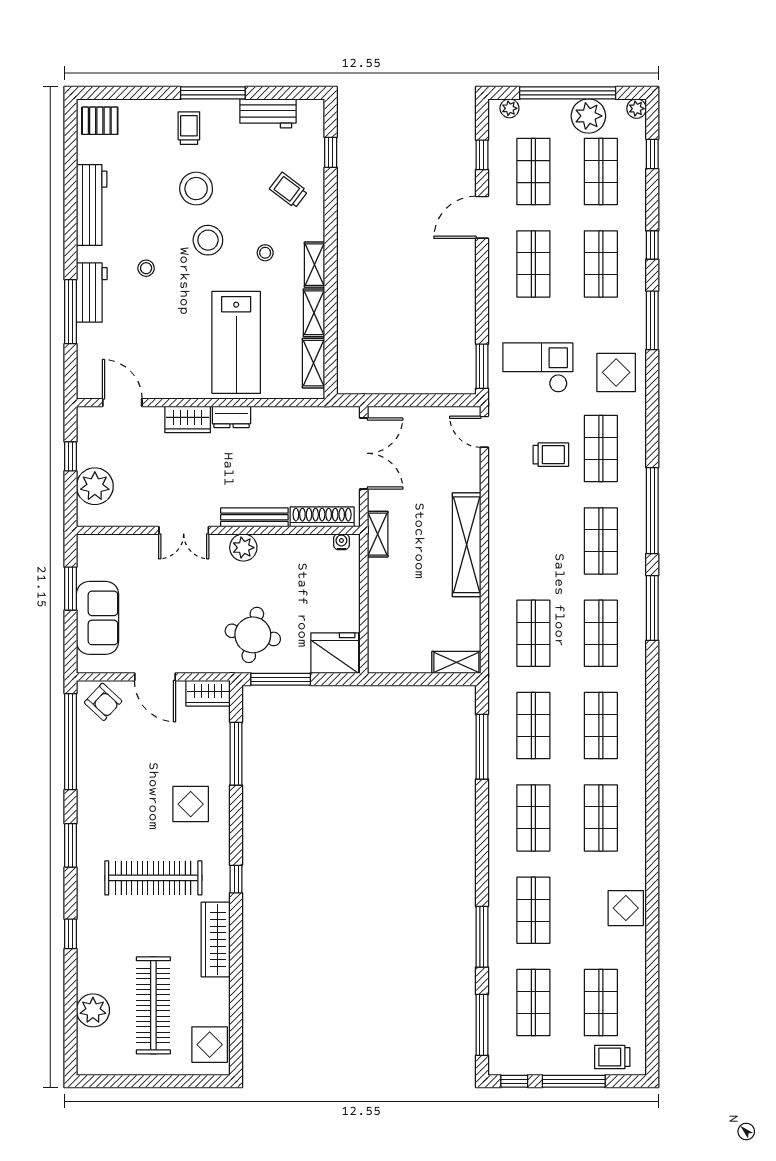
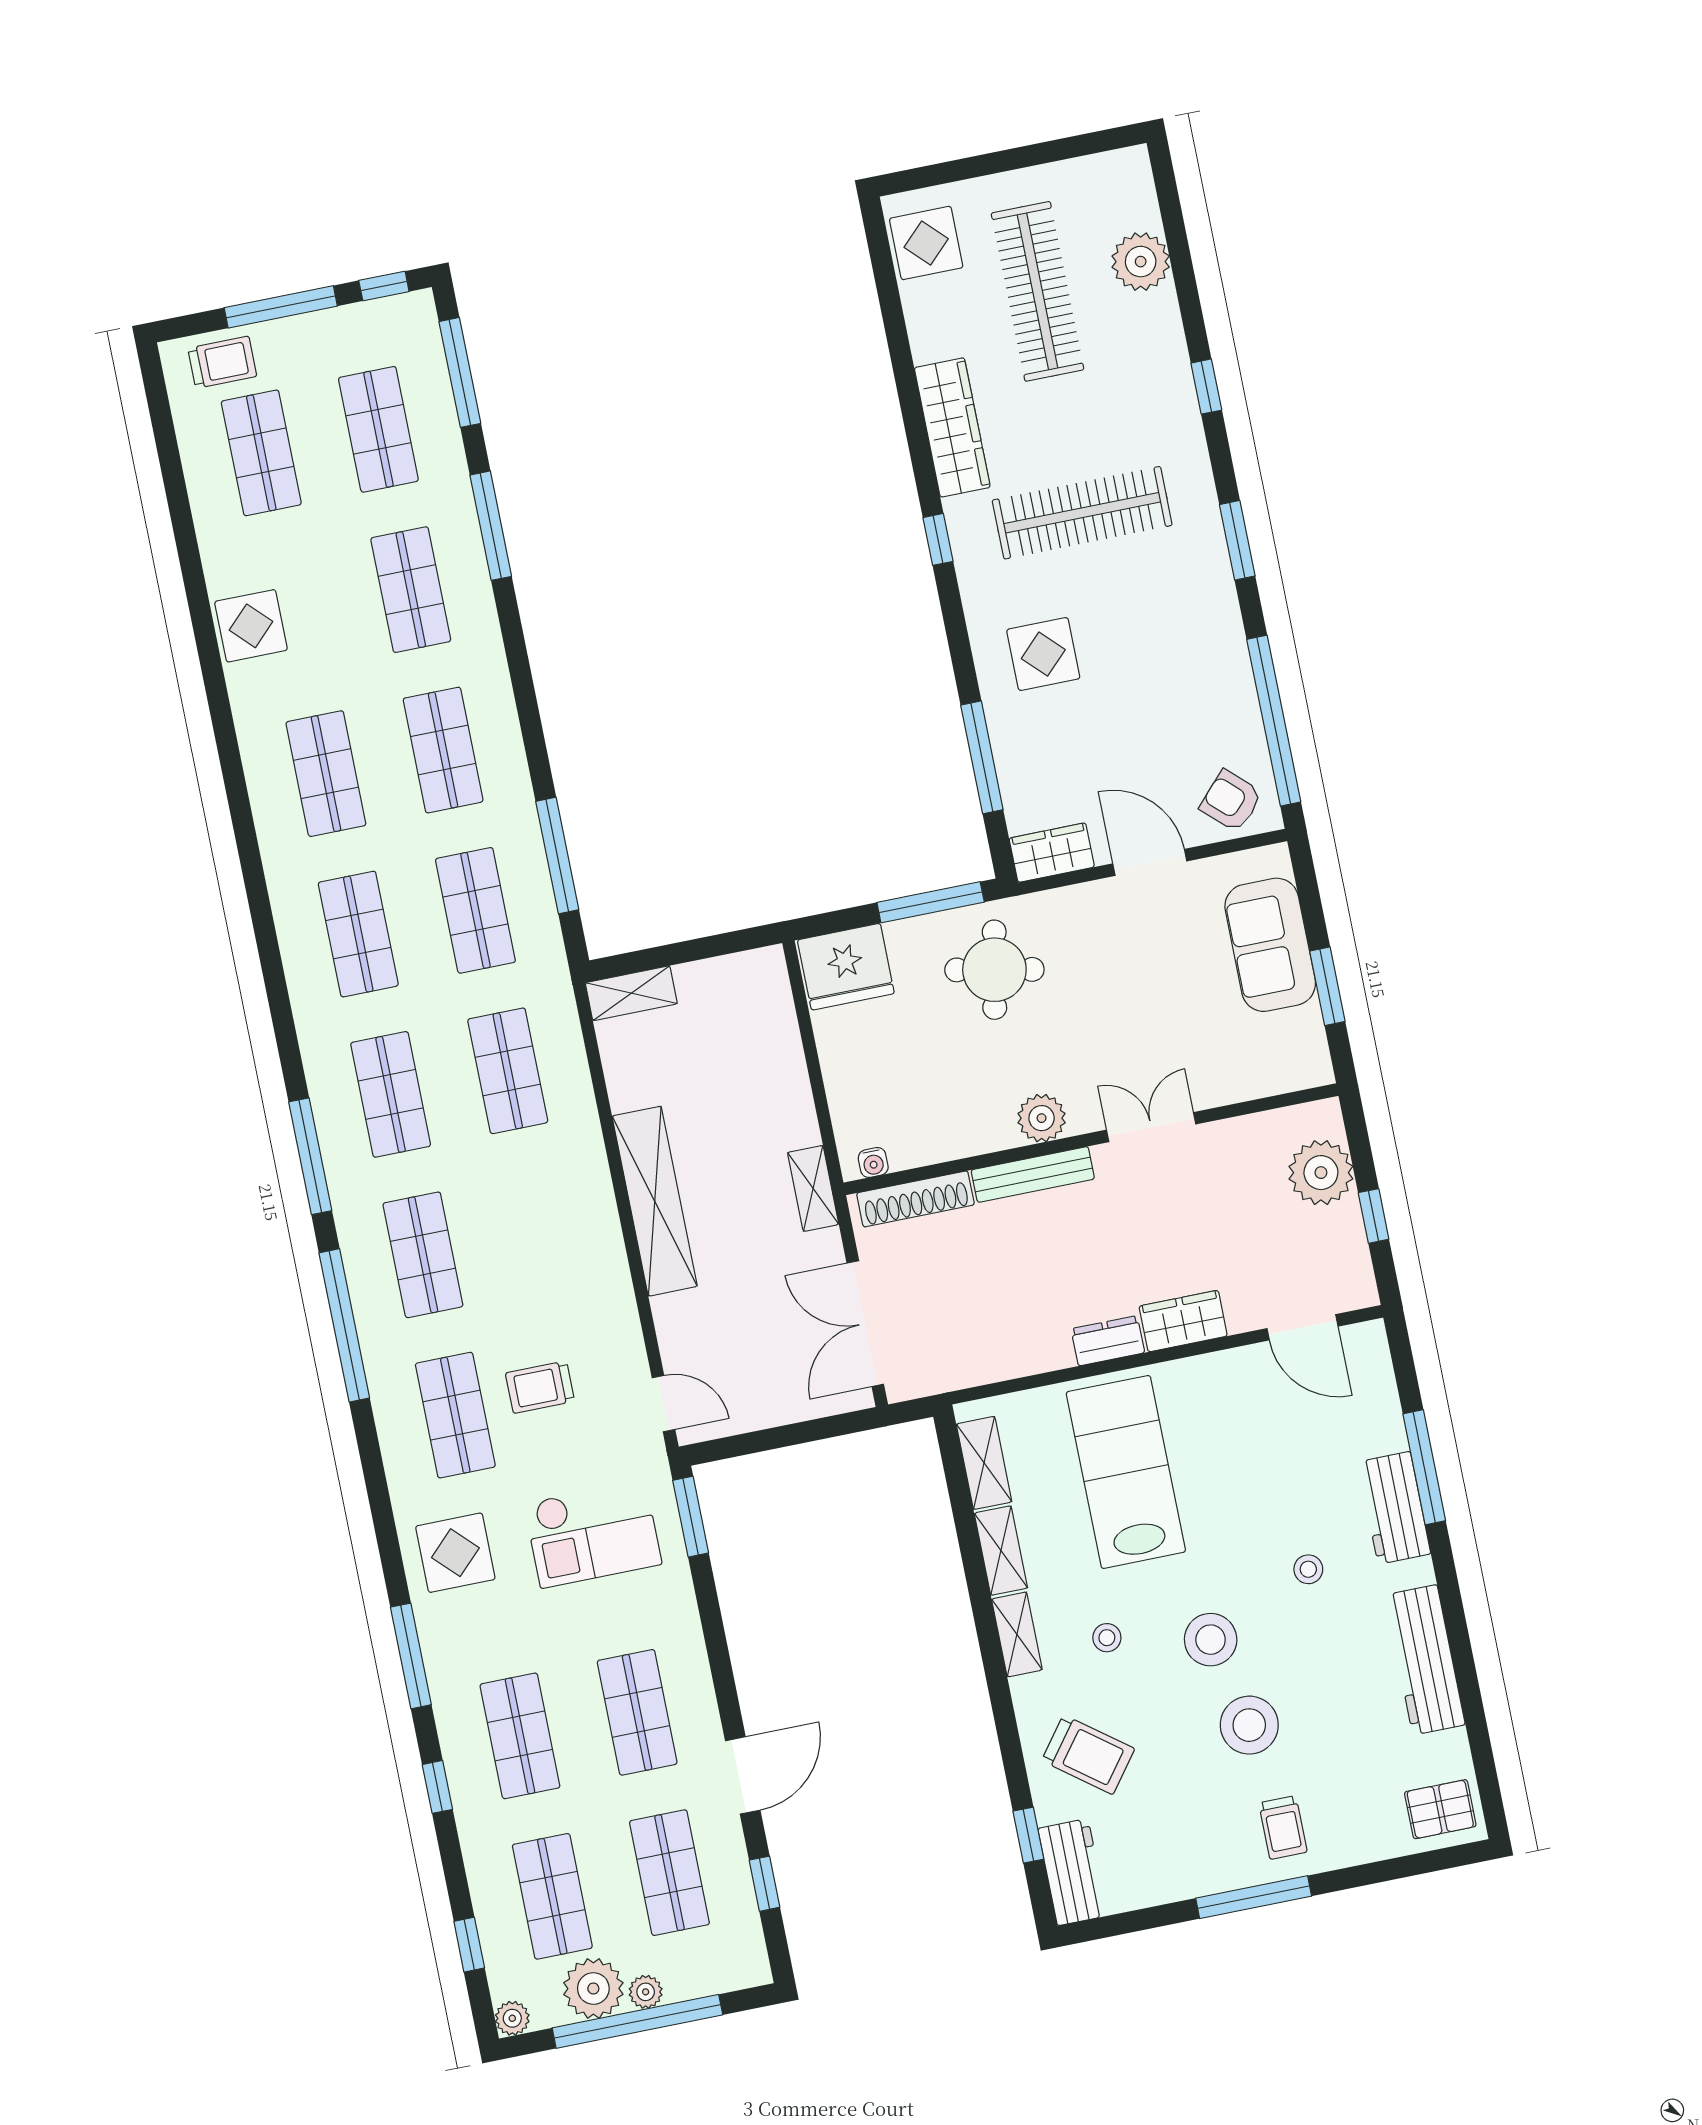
plant: (509, 108) -> (646, 1992), moved
workbench: (268, 113) -> (1073, 1872), moved, turned 90
trolley: (289, 190) -> (1088, 1755), width x1.36, depth x1.39

